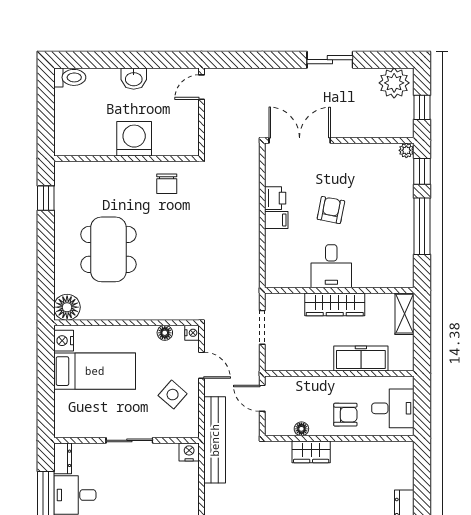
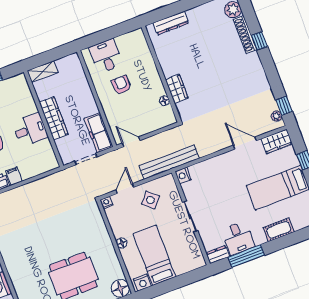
chair: (167, 184) -> (17, 255), removed
floor lamp: (165, 333) -> (122, 243), moved
freezer: (361, 358) -> (99, 133), moved
door: (262, 398) -> (131, 142), swing flipped
floor lamp: (301, 429) -> (164, 101), moved
wall: (339, 438) -> (161, 74), moved
wardrobe: (311, 452) -> (177, 89), moved

